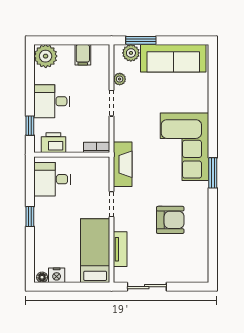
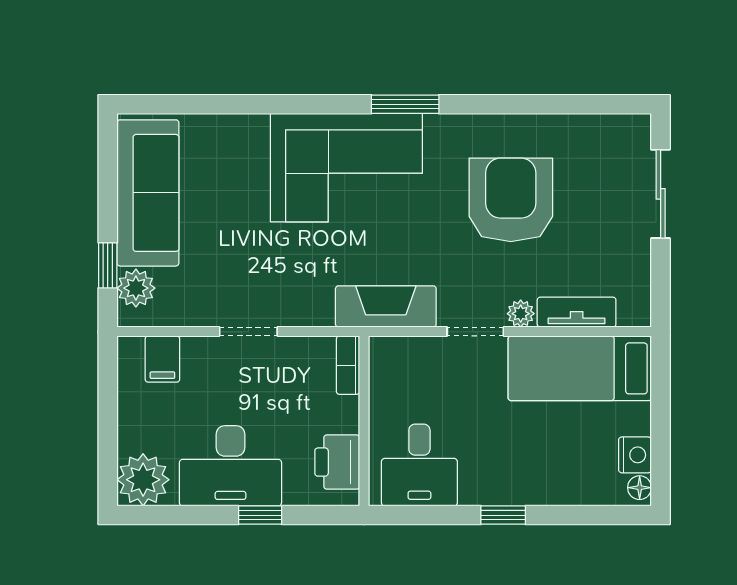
window: (141, 40) -> (108, 265), width x0.67
filing cabinet: (83, 55) -> (162, 359), moved, turned 90
plant: (120, 79) -> (521, 314), moved
desk: (52, 101) -> (230, 466), width x1.37
window: (30, 126) -> (260, 515), moved
armchair: (170, 220) -> (511, 200), width x1.36, depth x1.36
sliding door: (147, 287) -> (661, 194), moved

